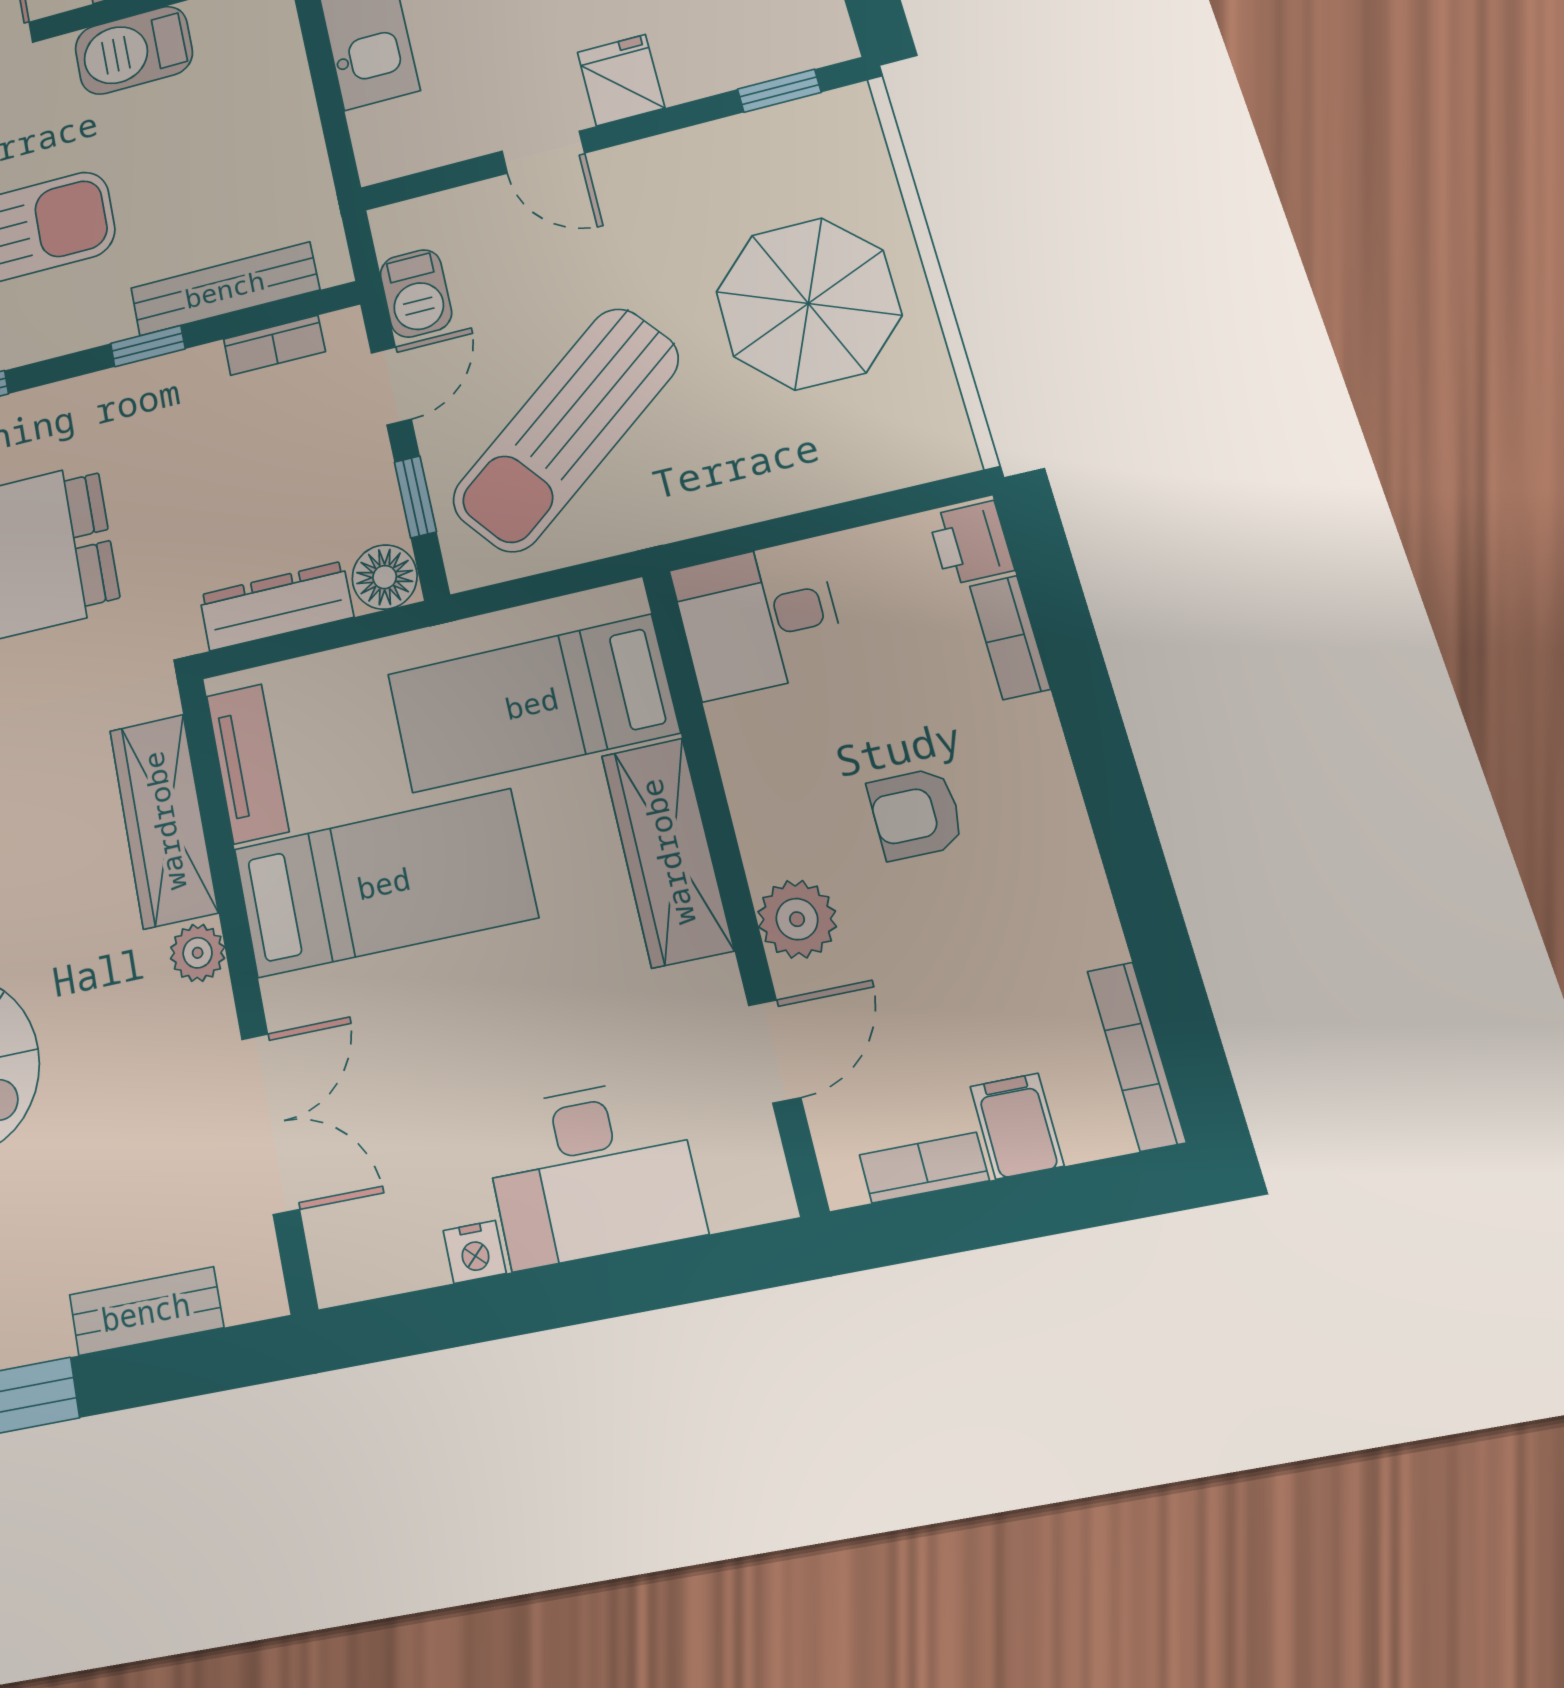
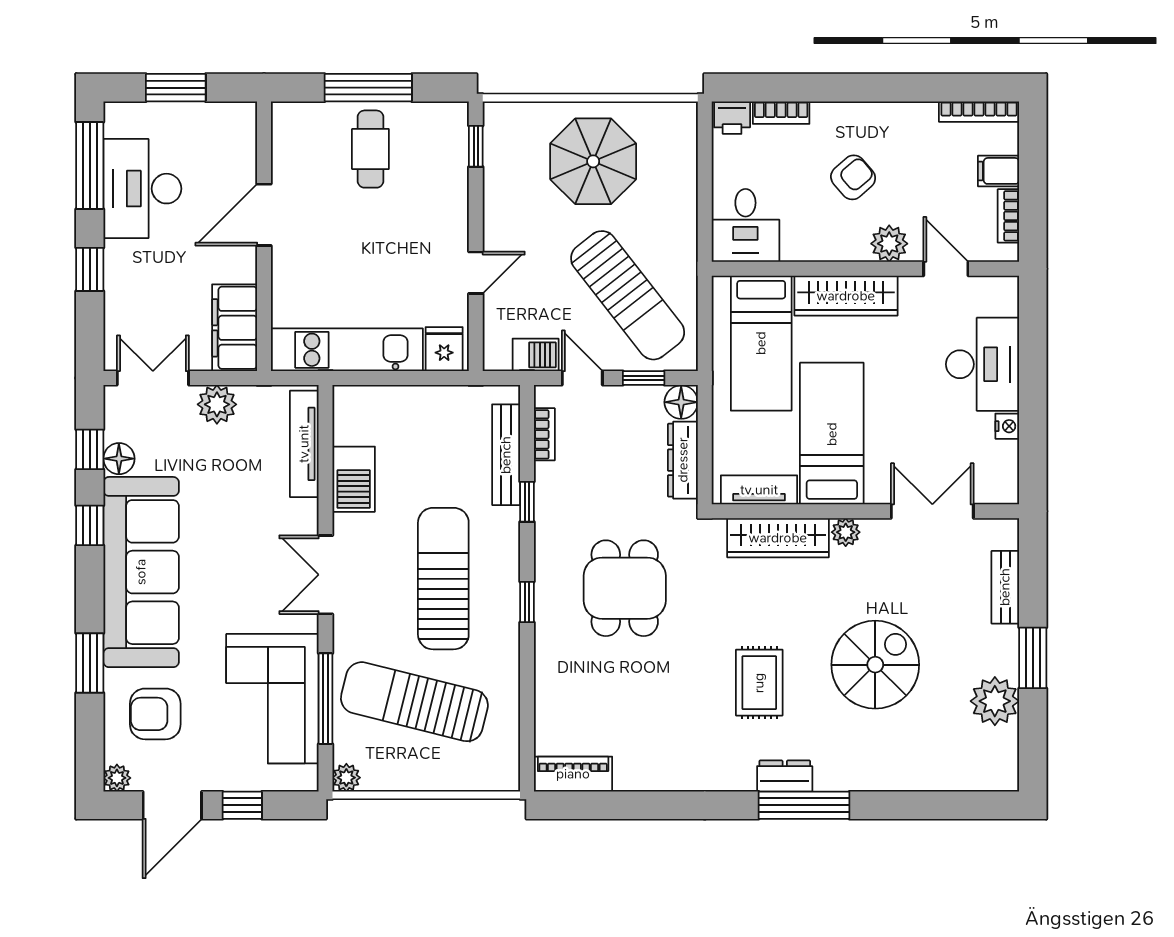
fridge: (621, 80) -> (444, 349), moved, turned 90
armchair: (916, 814) -> (853, 177), turned -131

